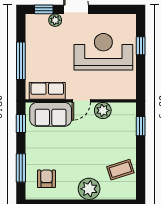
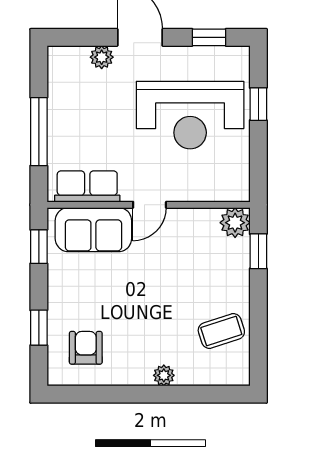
window: (44, 9) -> (209, 37), moved
reception desk: (103, 52) -> (190, 115), turned 180
plant: (103, 110) -> (235, 223), moved
window: (21, 168) -> (39, 328), width x0.67
plant: (89, 189) -> (164, 375), width x0.53, depth x0.53

